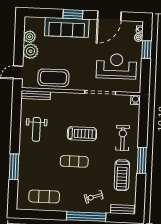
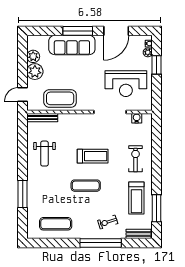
window: (73, 14) -> (78, 31), width x1.44
reception desk: (116, 66) -> (126, 84), turned 180
water cooler: (135, 100) -> (137, 118), moved
window: (142, 160) -> (157, 208), moved

